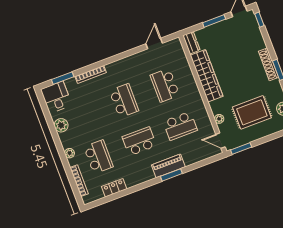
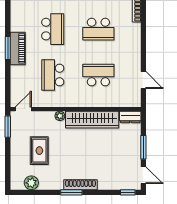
rug: (252, 112) -> (39, 151), width x0.73, depth x0.70
plant: (219, 119) -> (60, 116), moved

